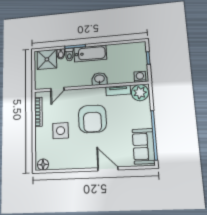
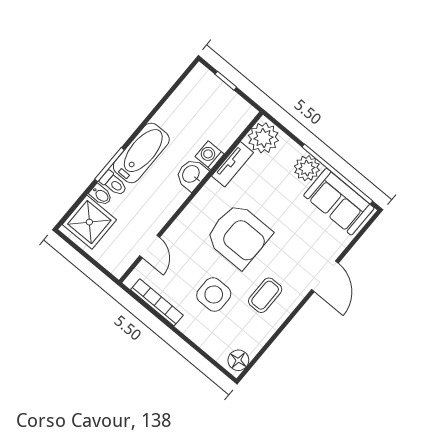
washing machine: (140, 77) -> (210, 155), moved
plant: (145, 121) -> (307, 168), added
coffee table: (78, 151) -> (265, 295), added
door: (108, 169) -> (325, 276), swing flipped

